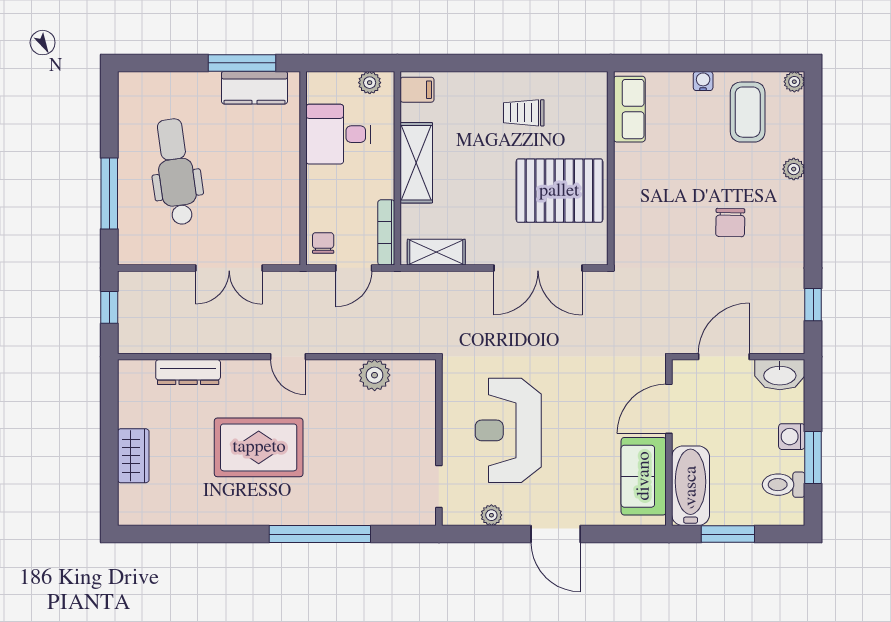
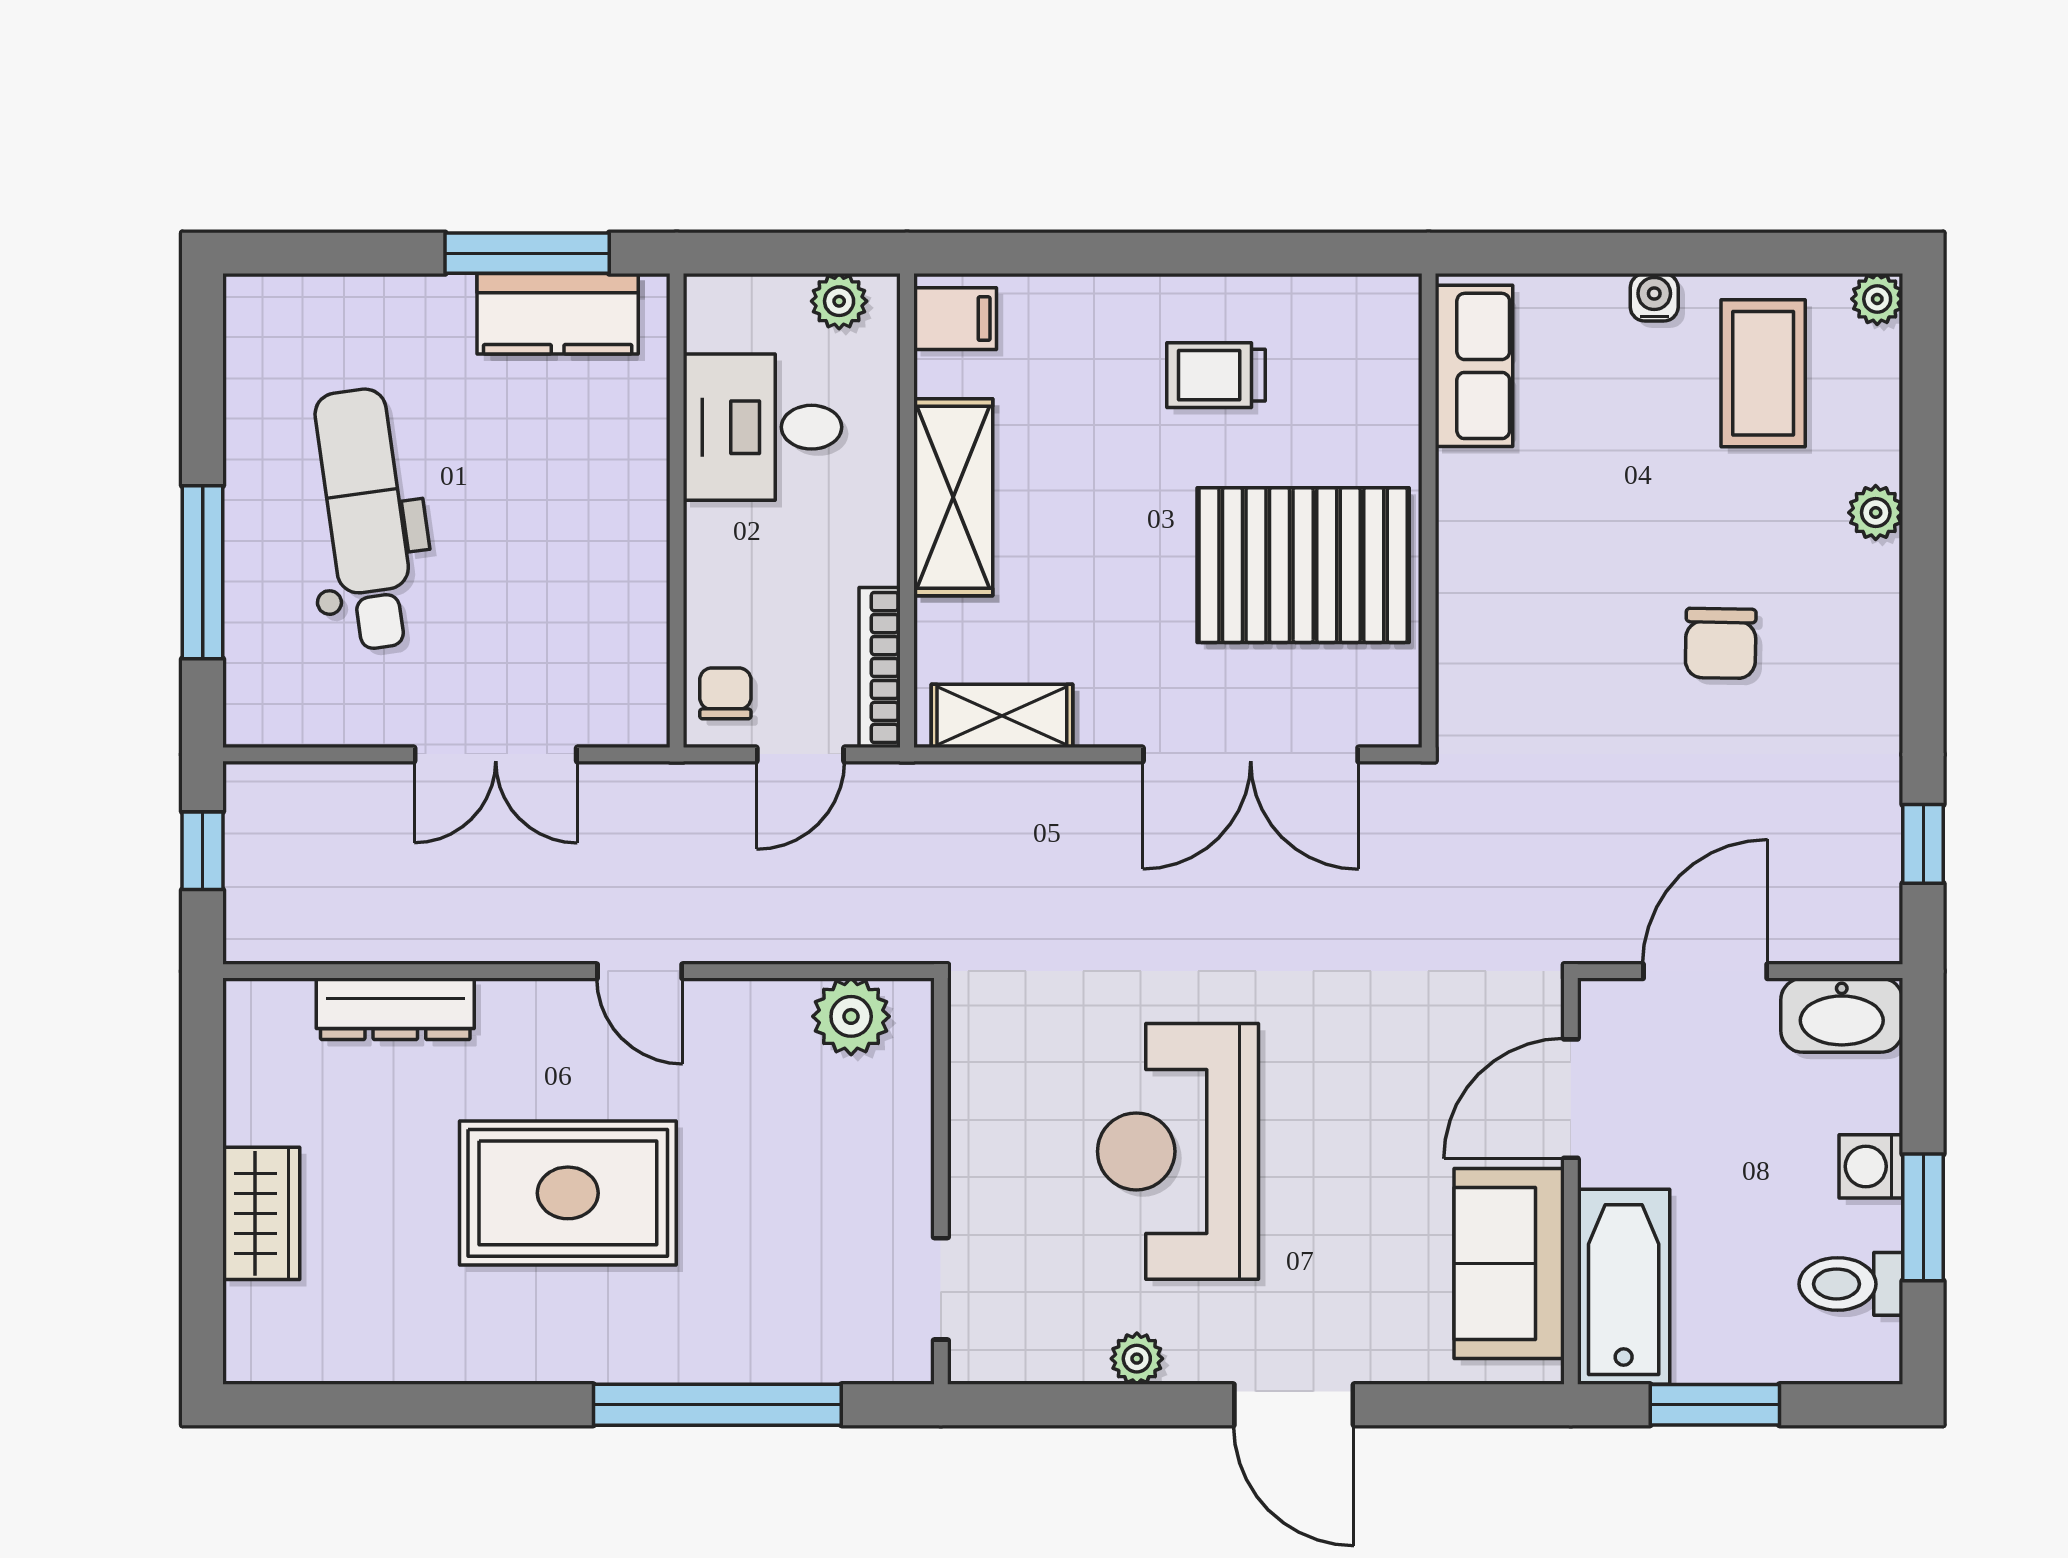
wall: (439, 443) -> (941, 1181), moved
doorway: (439, 487) -> (941, 1289), moved

